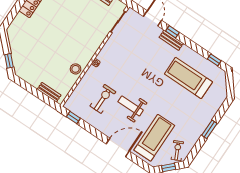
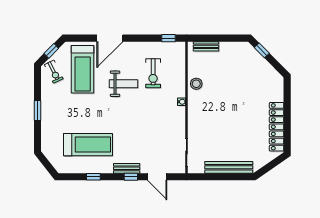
window: (214, 60) -> (93, 177), moved

